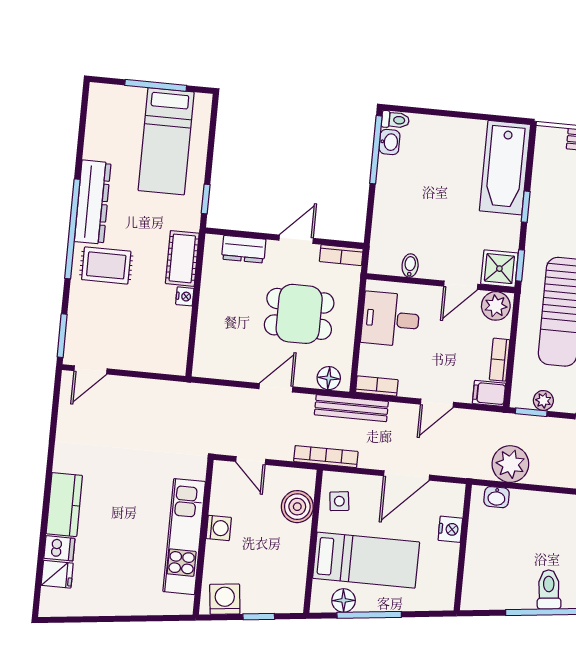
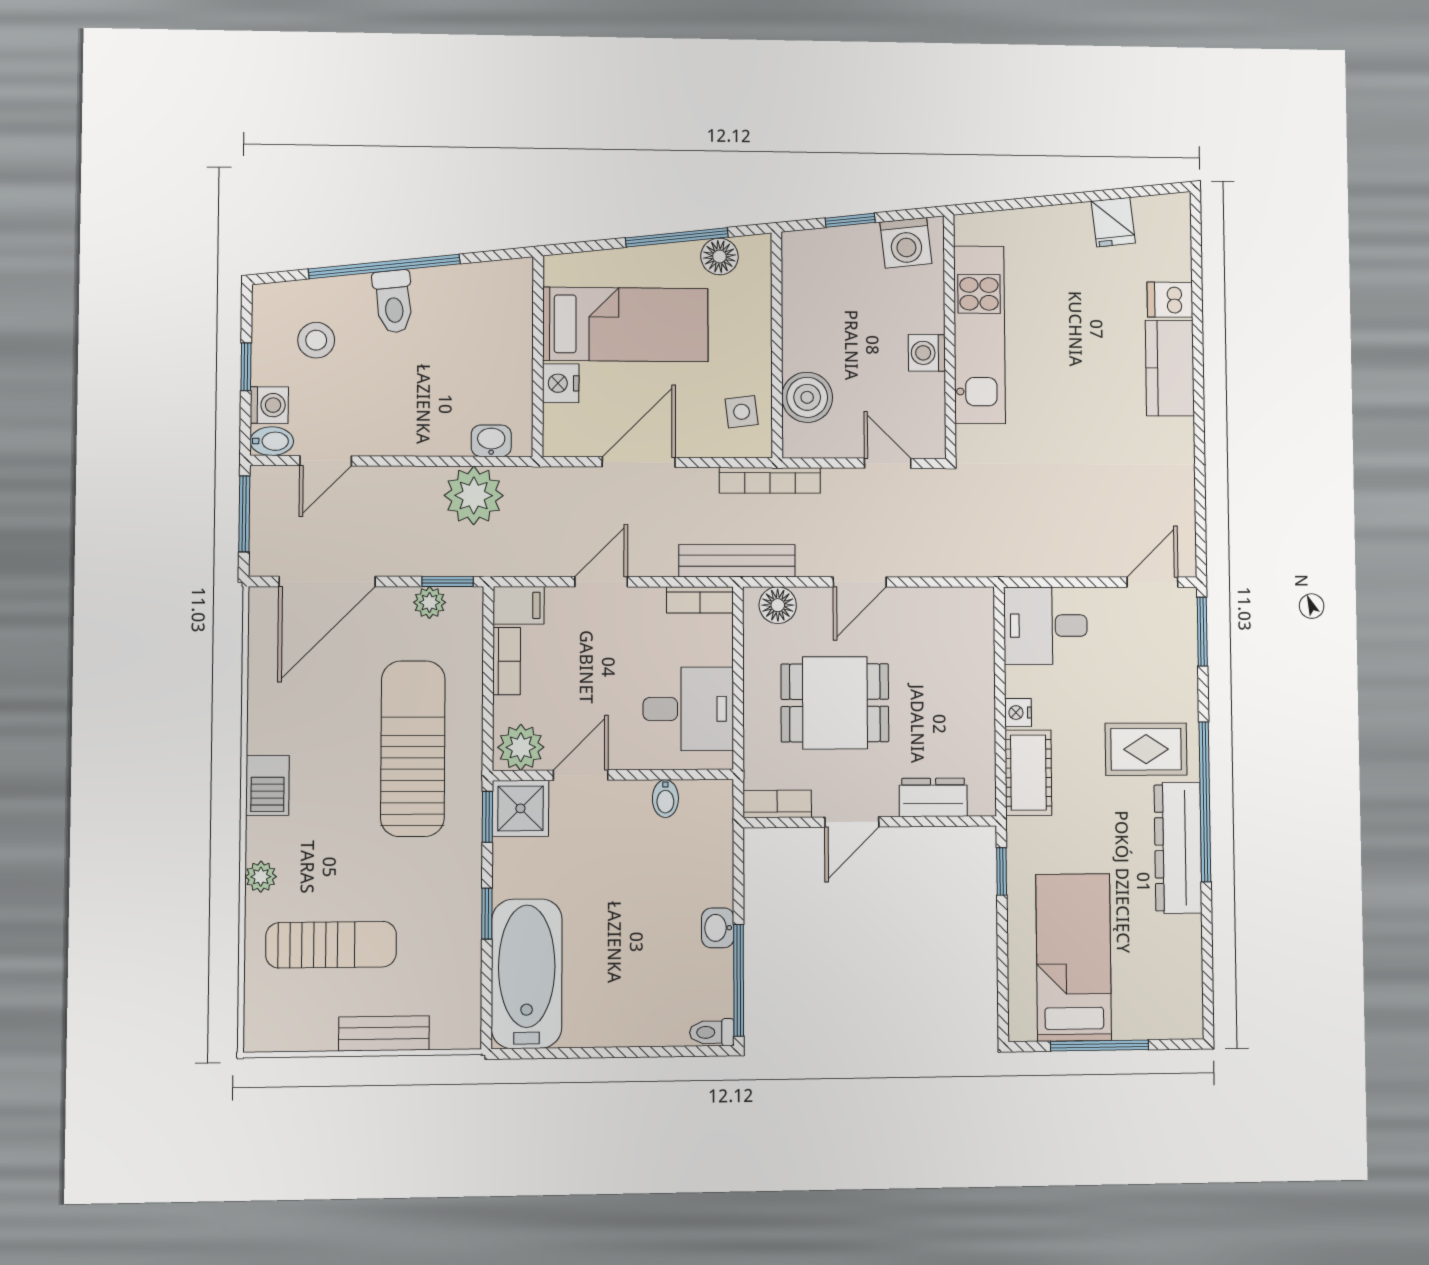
washbasin: (389, 142) -> (718, 928), moved
desk: (162, 349) -> (1045, 626), added
bed: (366, 560) -> (625, 324), moved, turned 180
fridge: (57, 574) -> (1113, 222), moved, turned -96

